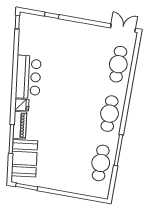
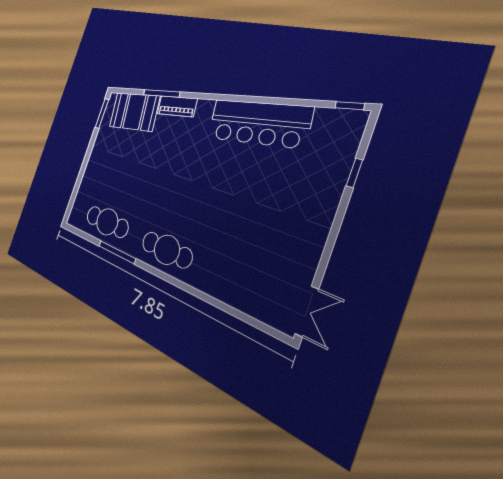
cafe table: (118, 64) -> (241, 284), removed
bar counter: (28, 77) -> (258, 123), width x1.36
fridge: (22, 105) -> (205, 110), removed

